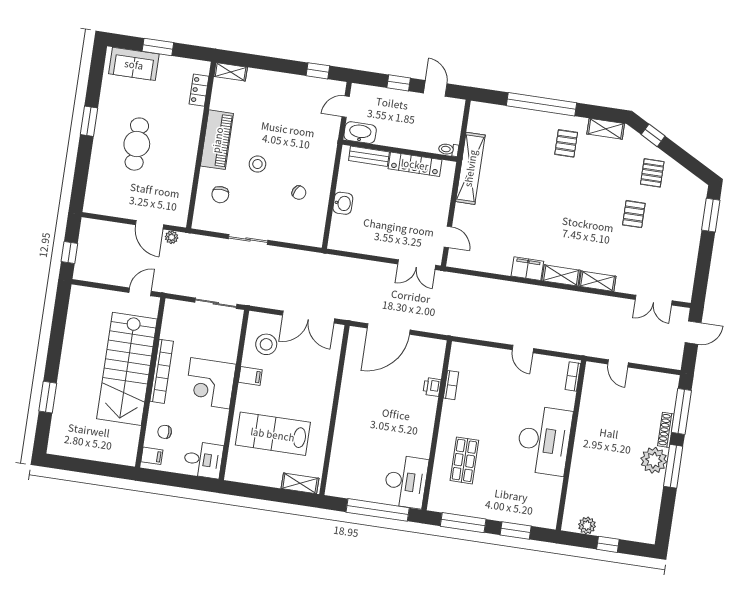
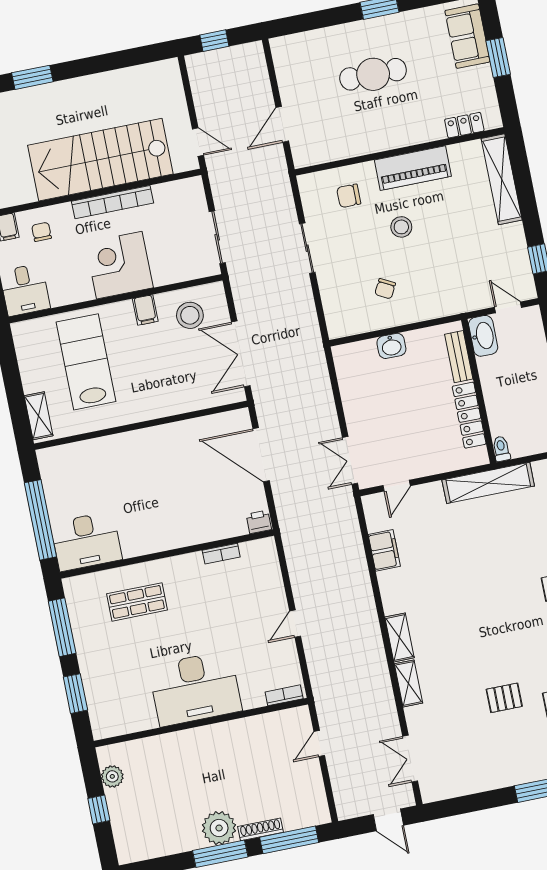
shelving: (231, 72) -> (502, 179), width x2.20, depth x1.33
plant: (172, 237) -> (277, 156), removed
filing cabinet: (527, 269) -> (384, 550), moved
printer: (432, 387) -> (259, 522), moved

